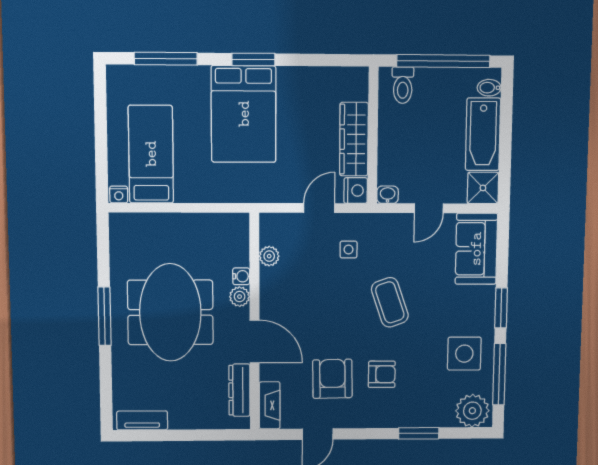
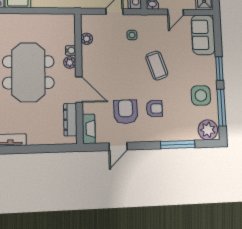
window: (419, 433) -> (178, 145), width x1.44

